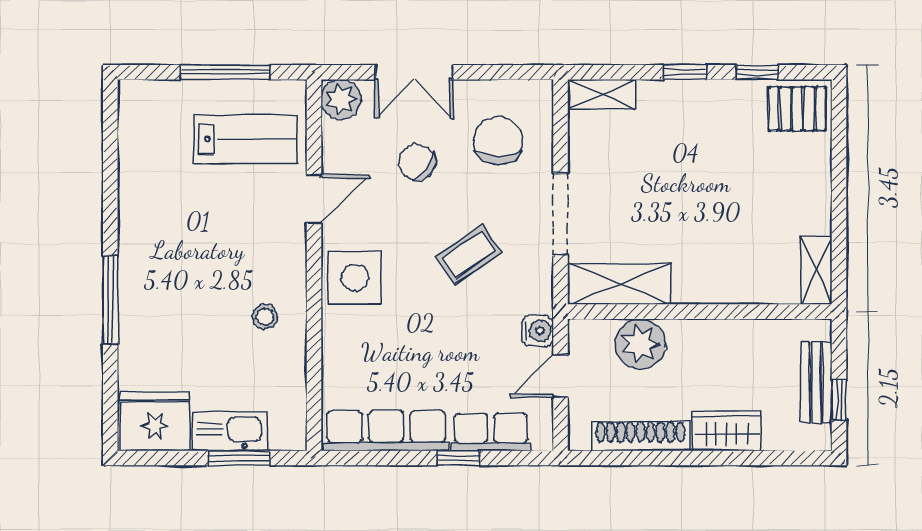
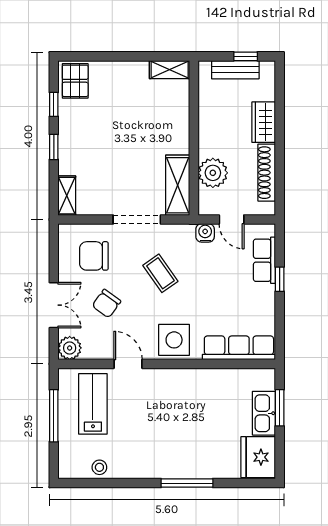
stool: (265, 317) -> (99, 467), moved
row of seats: (386, 431) -> (239, 348), moved, turned 90

